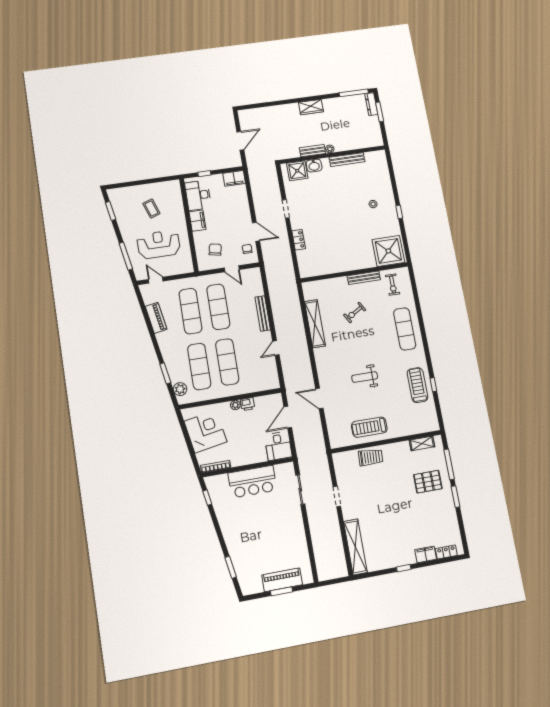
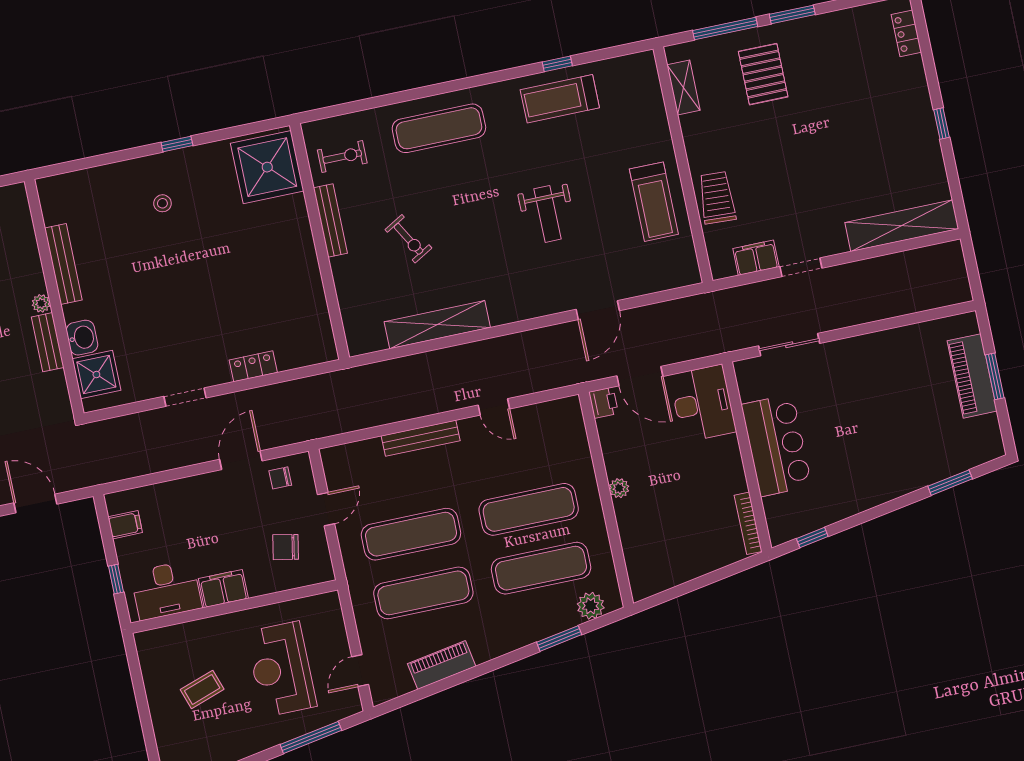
filing cabinet: (234, 178) -> (125, 525), width x0.50
printer: (247, 404) -> (603, 403), moved
corner desk: (205, 432) -> (677, 548), removed
desk: (278, 446) -> (703, 403), width x1.37
filing cabinet: (426, 554) -> (756, 258), moved, turned 90

